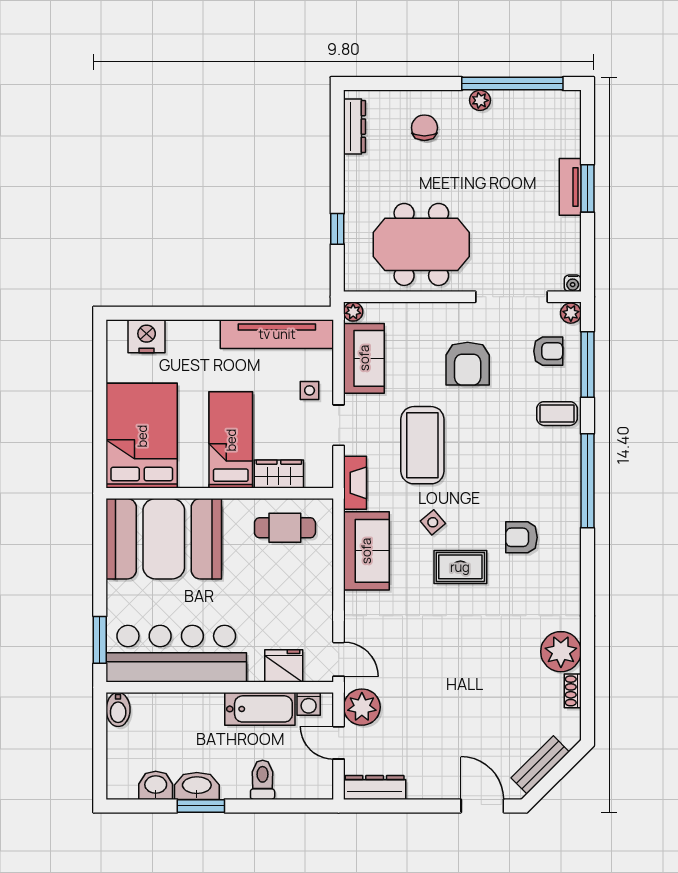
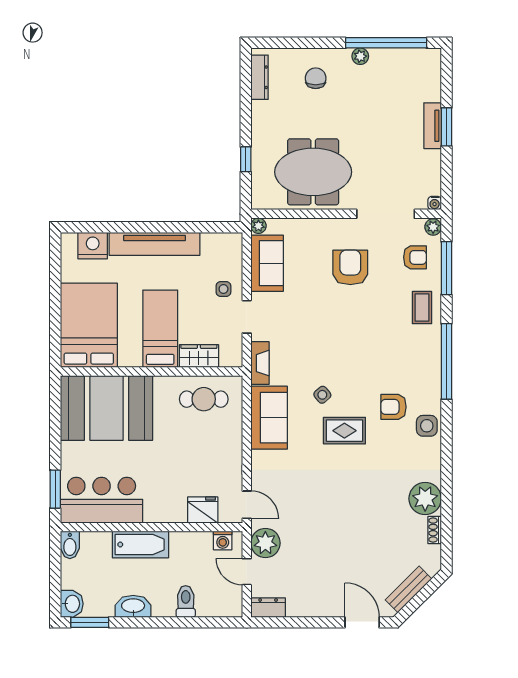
tv unit: (277, 334) -> (154, 244), moved
armchair: (468, 364) -> (350, 267), turned 180
coffee table: (557, 414) -> (422, 308), turned 90
coffee table: (422, 445) -> (314, 333), removed
side table: (563, 561) -> (427, 426), added
bar counter: (176, 654) -> (102, 500), width x0.73
bathtub: (260, 709) -> (140, 544), moved
washbasin: (156, 785) -> (72, 604), moved, turned 90
dresser: (375, 787) -> (268, 608), width x0.70
window: (201, 806) -> (90, 622), moved

